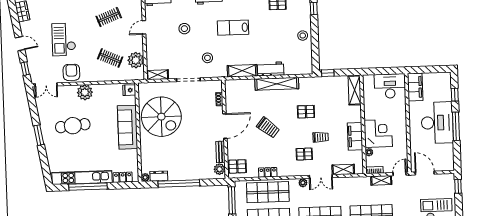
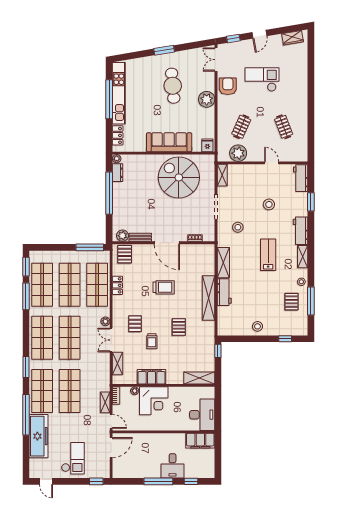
armchair: (71, 72) -> (228, 86), turned -90
spiral stairs: (161, 117) -> (179, 177), turned 90
desk: (437, 123) -> (173, 466), width x0.53, depth x0.77
trolley: (268, 128) -> (164, 287), turned -129

